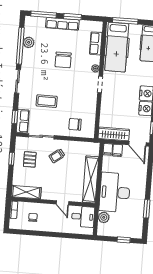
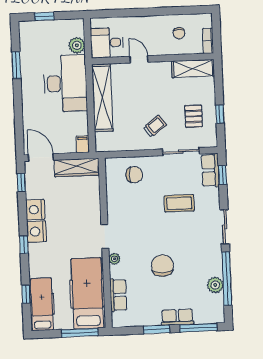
row of seats: (62, 24) -> (177, 317), width x0.68
filing cabinet: (117, 150) -> (69, 144), removed

